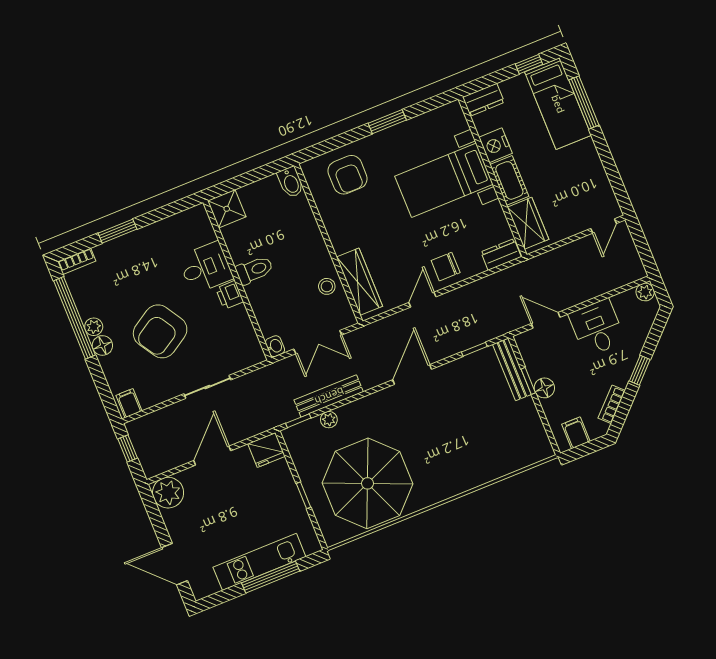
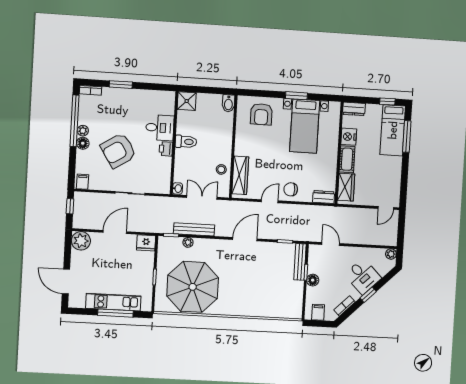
bed with nightstands: (444, 180) -> (305, 126), moved, turned -90
desk: (597, 328) -> (363, 276), moved, turned 135
double door: (318, 342) -> (202, 197), swing flipped

